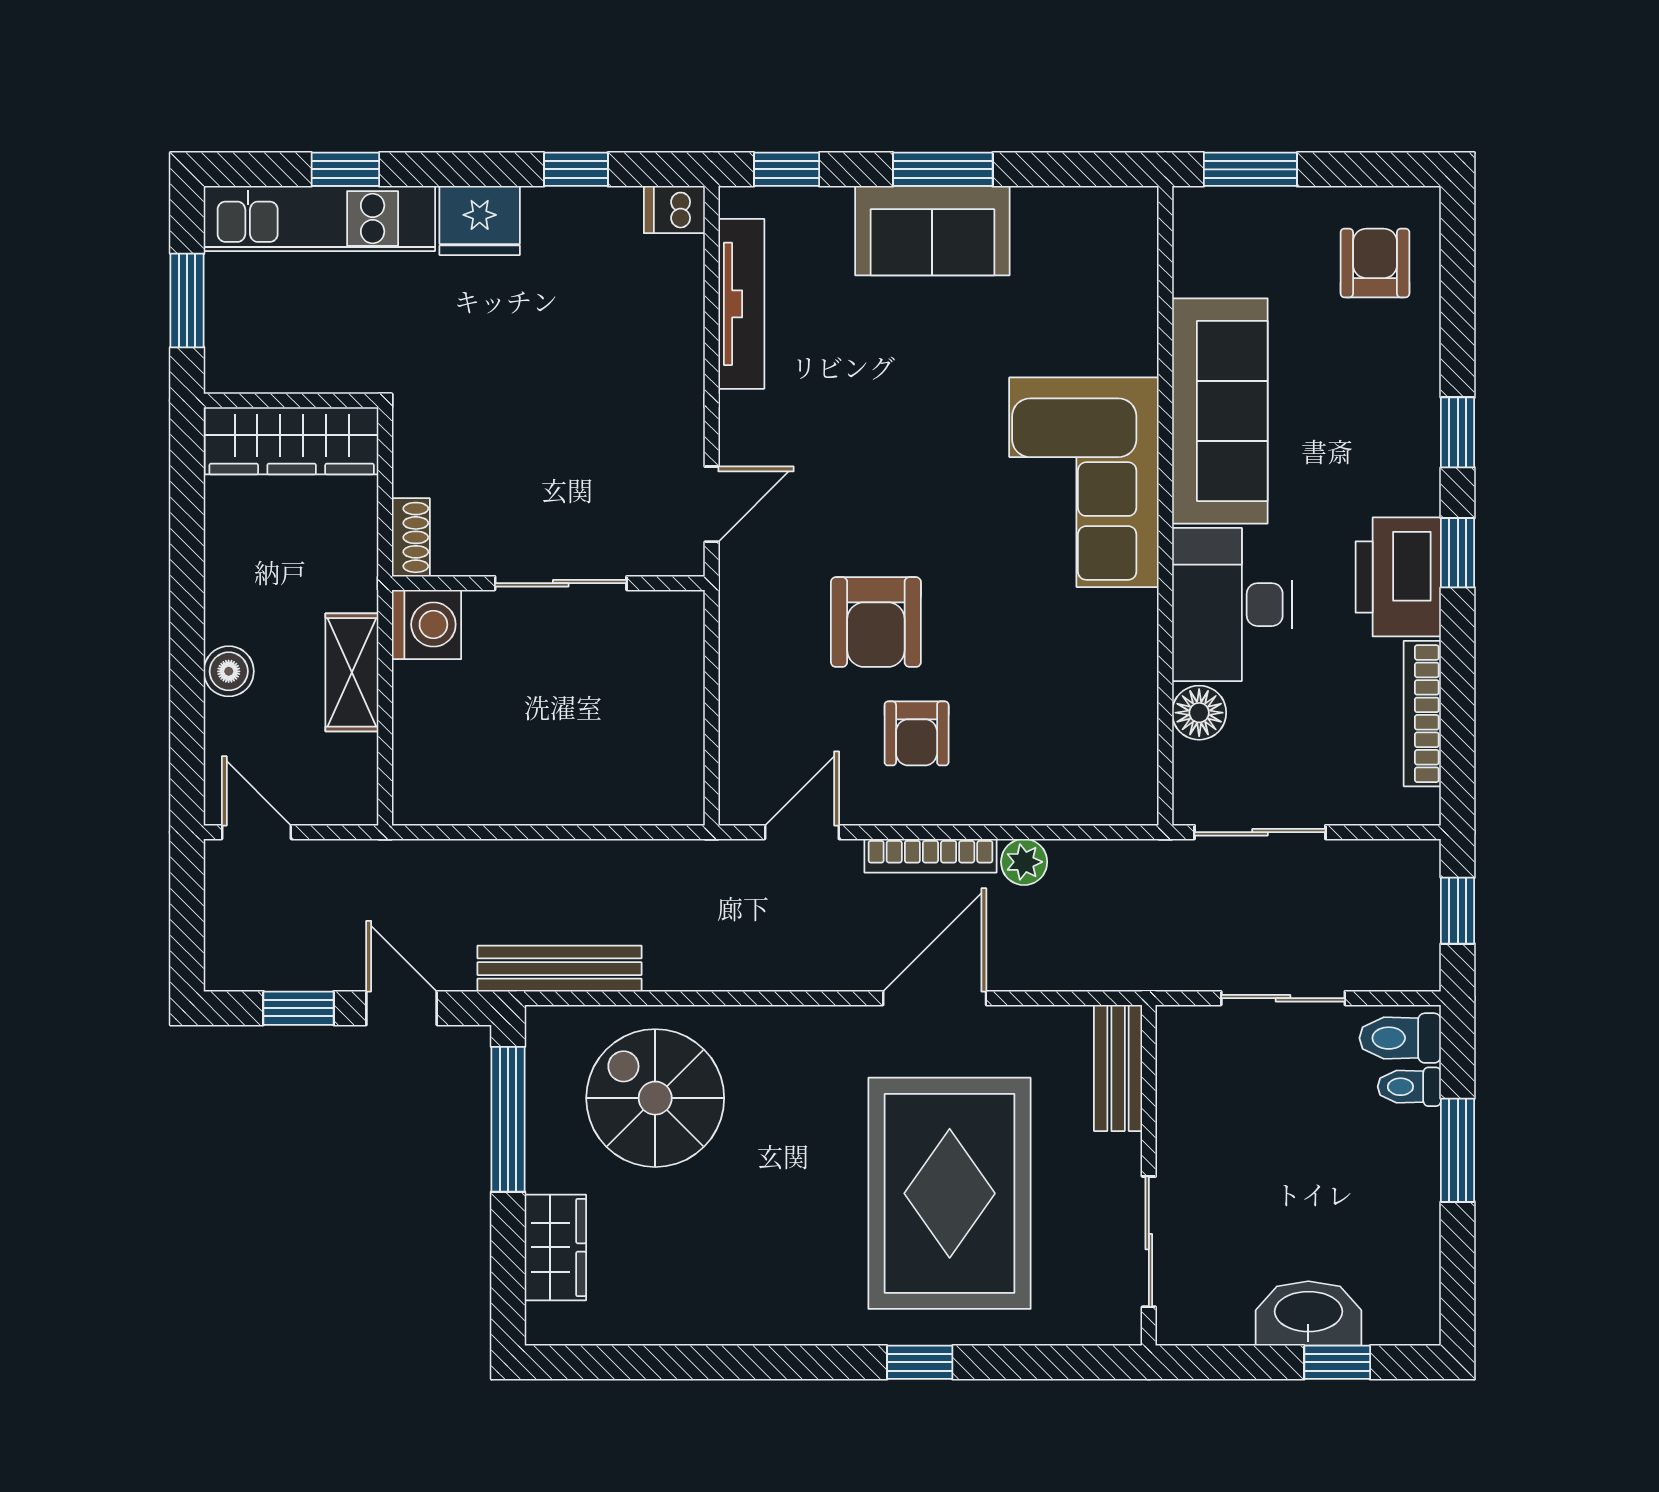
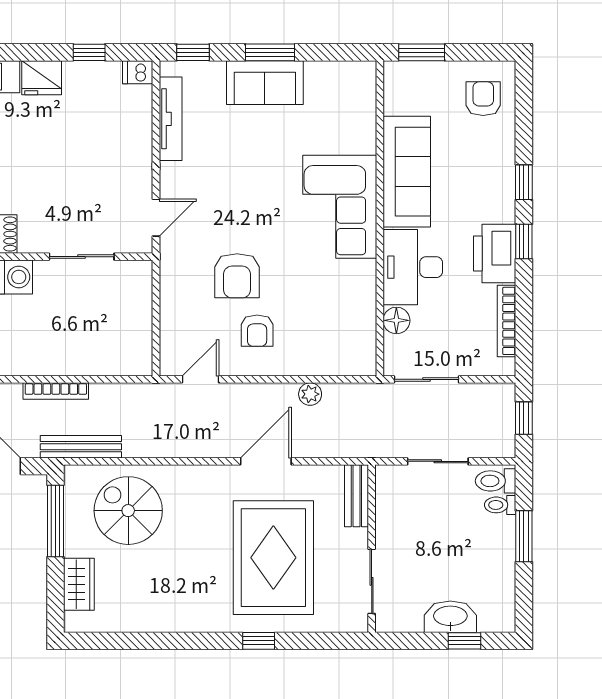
bookcase: (930, 856) -> (56, 391), moved

